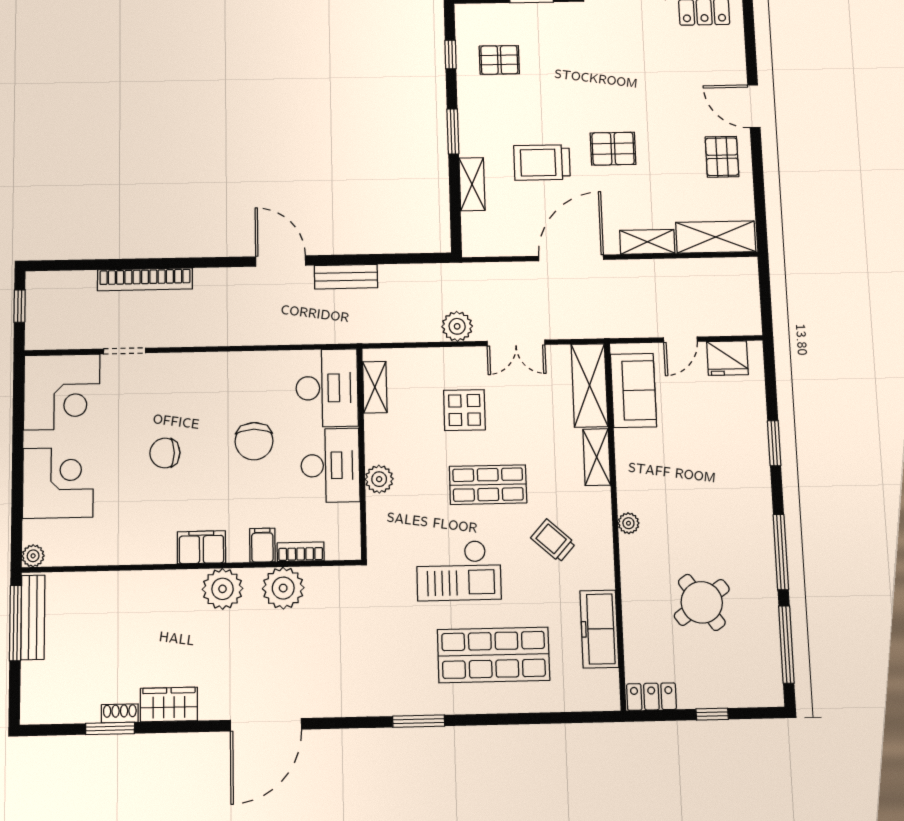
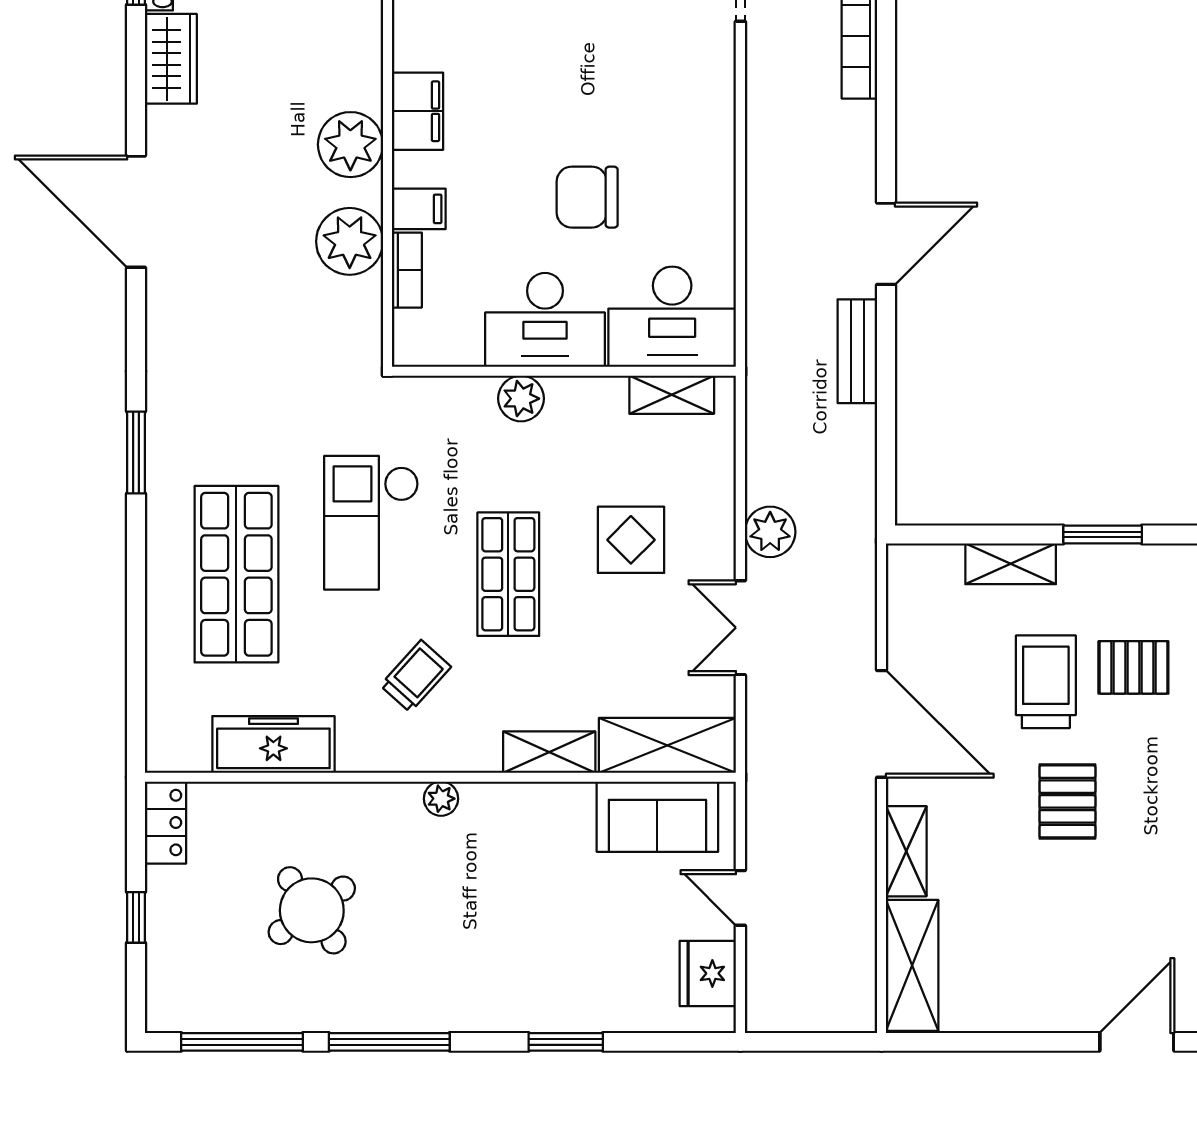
pallet: (722, 157) -> (1133, 667), moved
chair: (165, 453) -> (571, 53), removed

